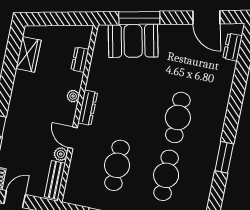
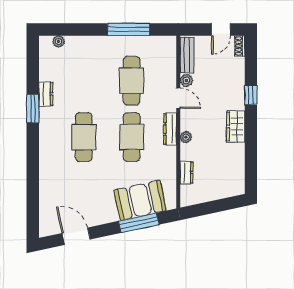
dresser: (233, 47) -> (46, 94), moved
wardrobe: (28, 54) -> (236, 127), moved
cafe table: (166, 175) -> (132, 137), moved

